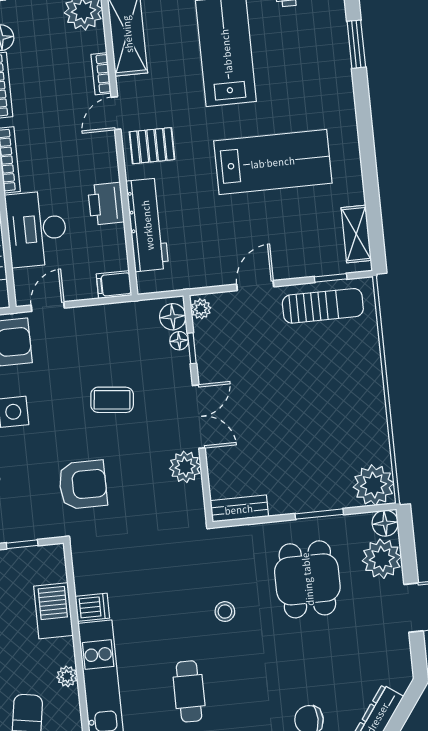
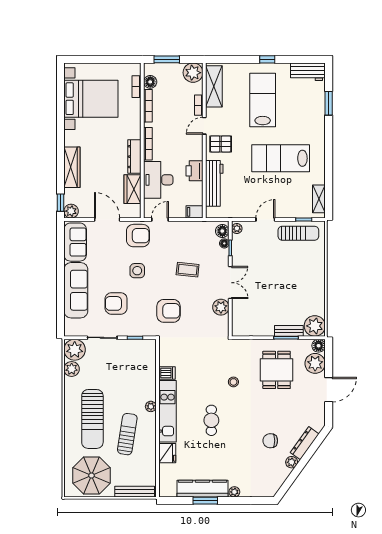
lab bench: (273, 162) -> (281, 158), turned 180
bench: (239, 509) -> (289, 331), moved
barbecue: (54, 611) -> (147, 373), removed

